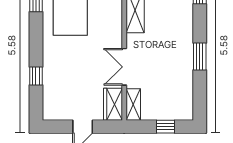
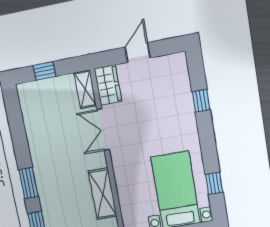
window: (200, 56) -> (28, 183), moved
double door: (124, 67) -> (103, 130), swing flipped

